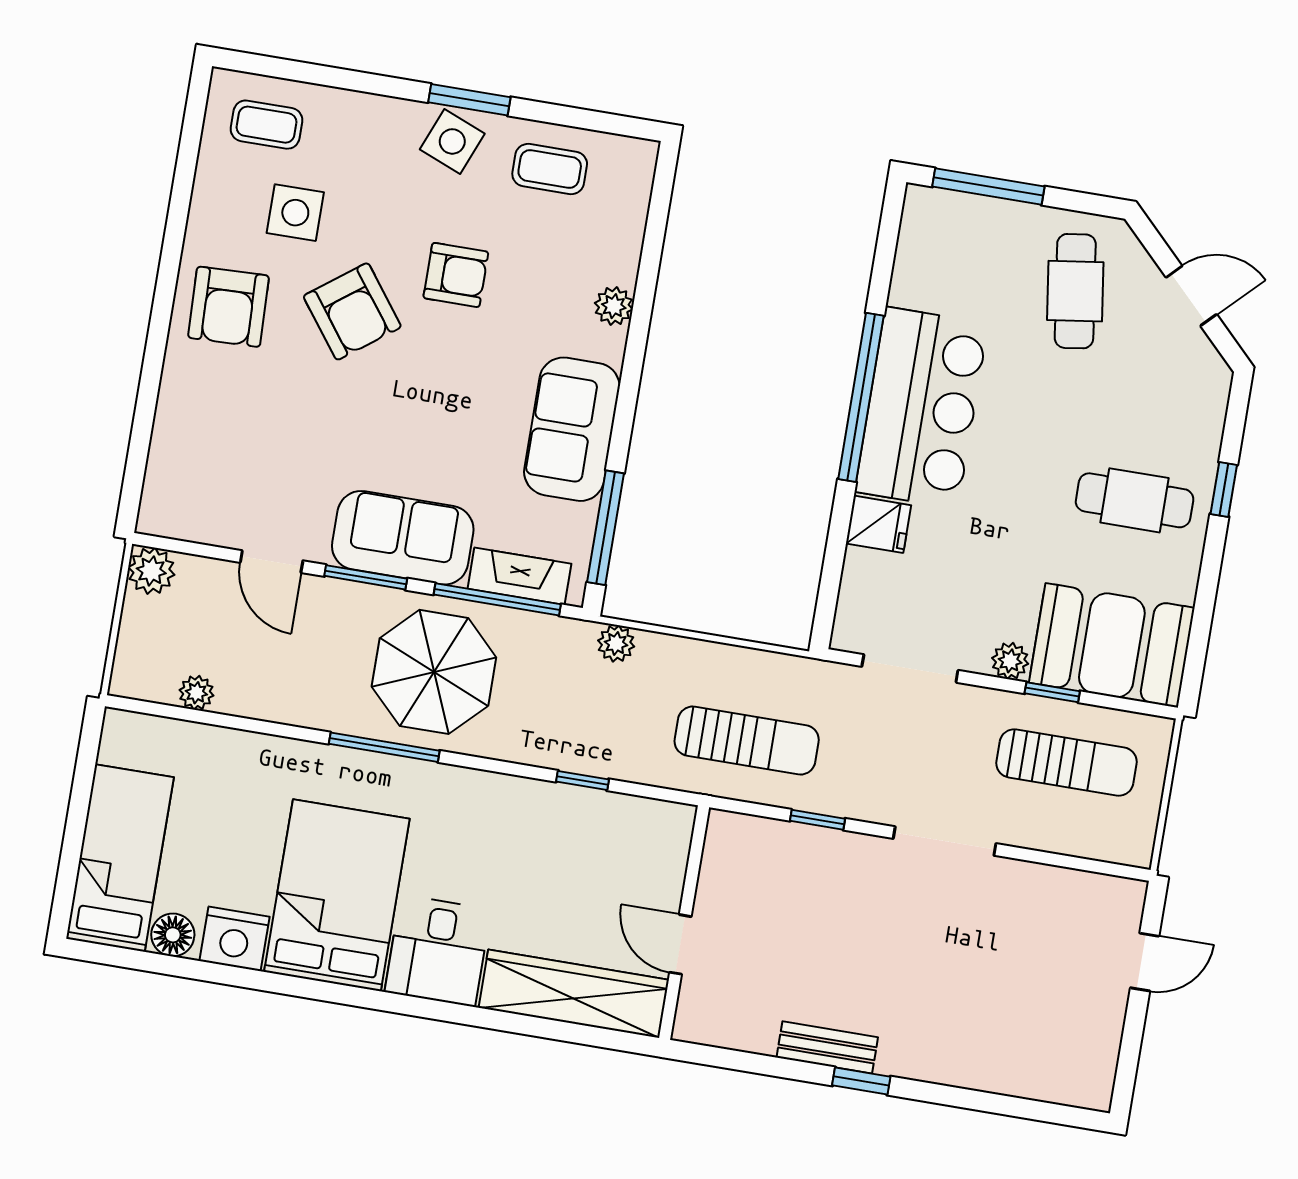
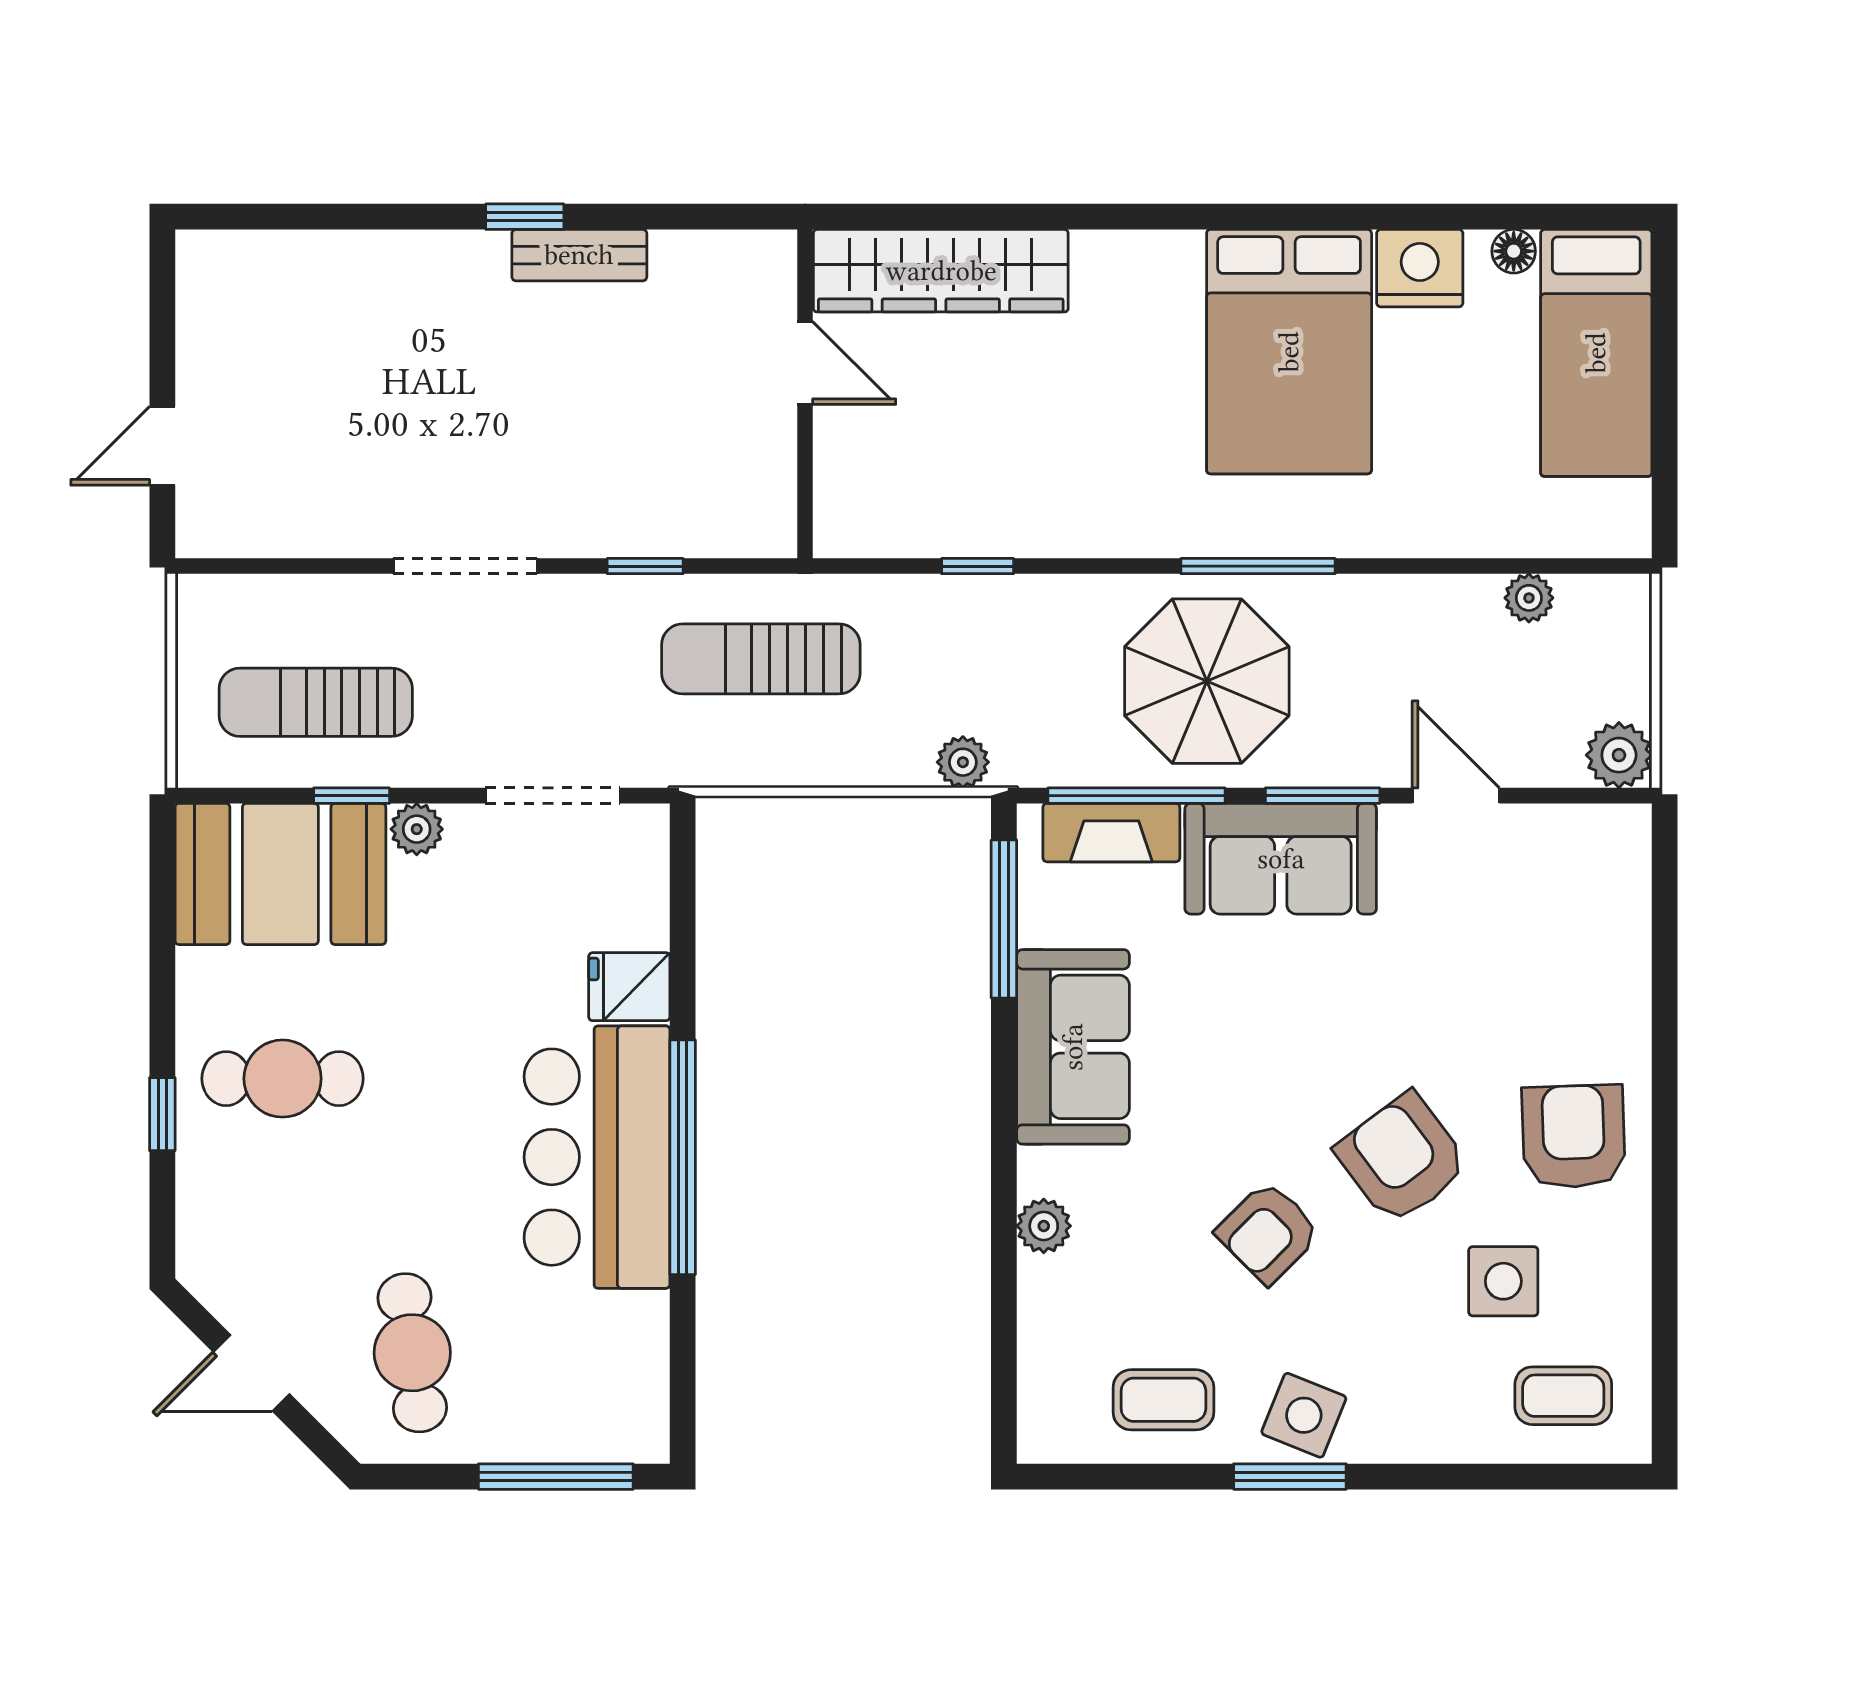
armchair: (456, 275) -> (1268, 1232), turned -45
floor lamp: (173, 935) -> (1514, 251), width x0.73, depth x0.73
desk: (438, 951) -> (1137, 298), removed

